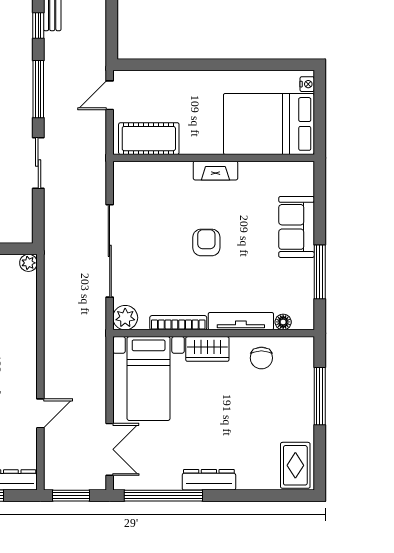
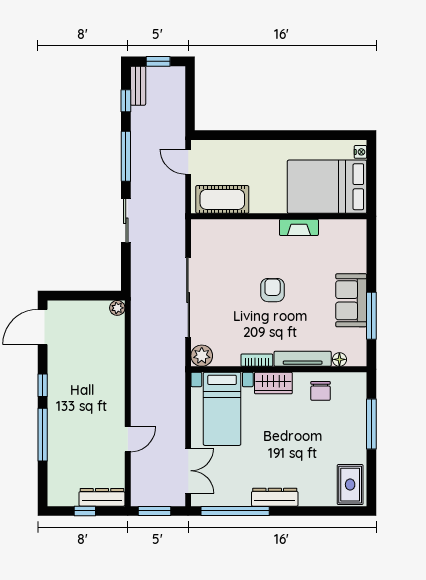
door: (110, 95) -> (188, 162), hinge flipped
fireplace: (215, 171) -> (299, 227), moved
sofa: (297, 227) -> (351, 300), moved
bookcase: (178, 323) -> (257, 360), width x0.64

